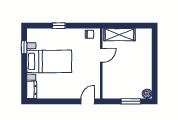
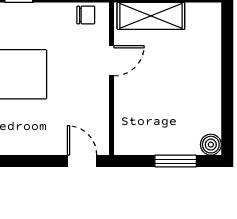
door: (88, 101) -> (82, 161), hinge flipped

